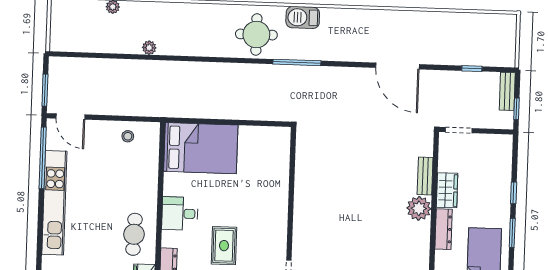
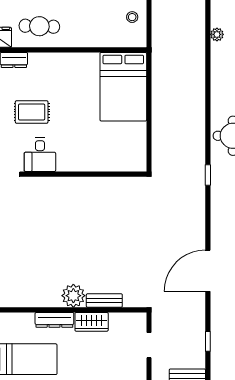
window: (297, 62) -> (208, 175), width x0.46
doorway: (459, 130) -> (149, 345), moved
desk: (180, 214) -> (40, 155), moved, turned 180

